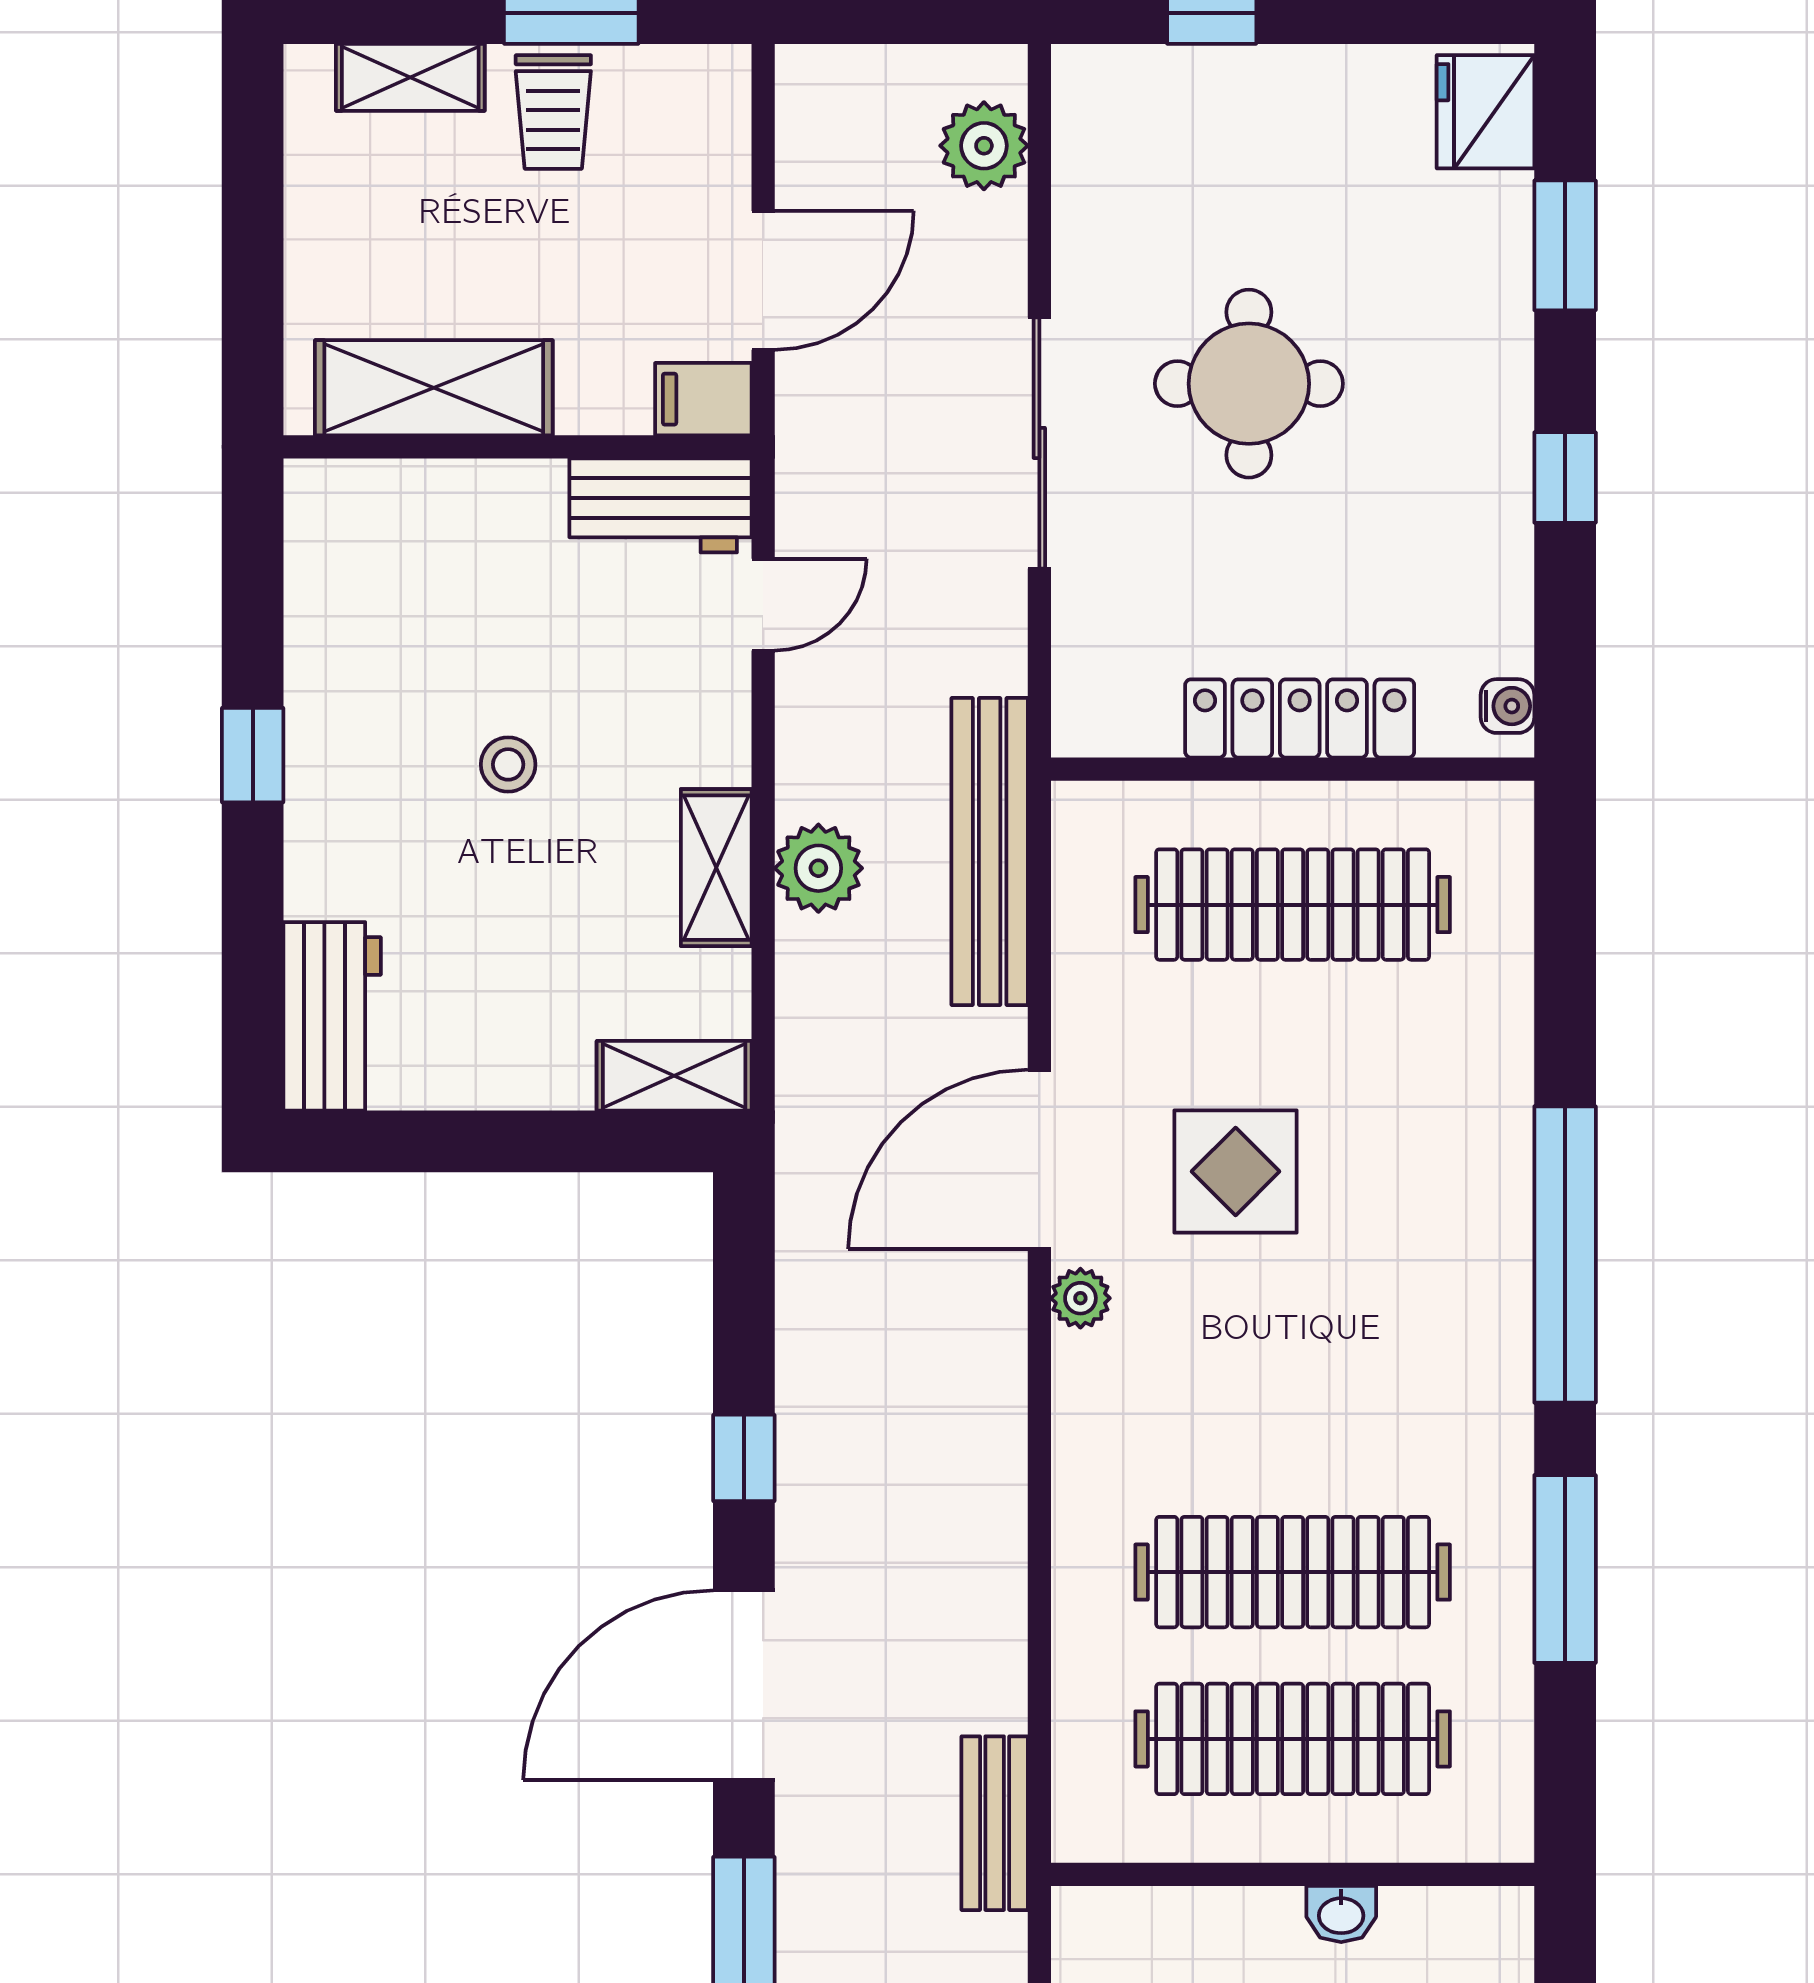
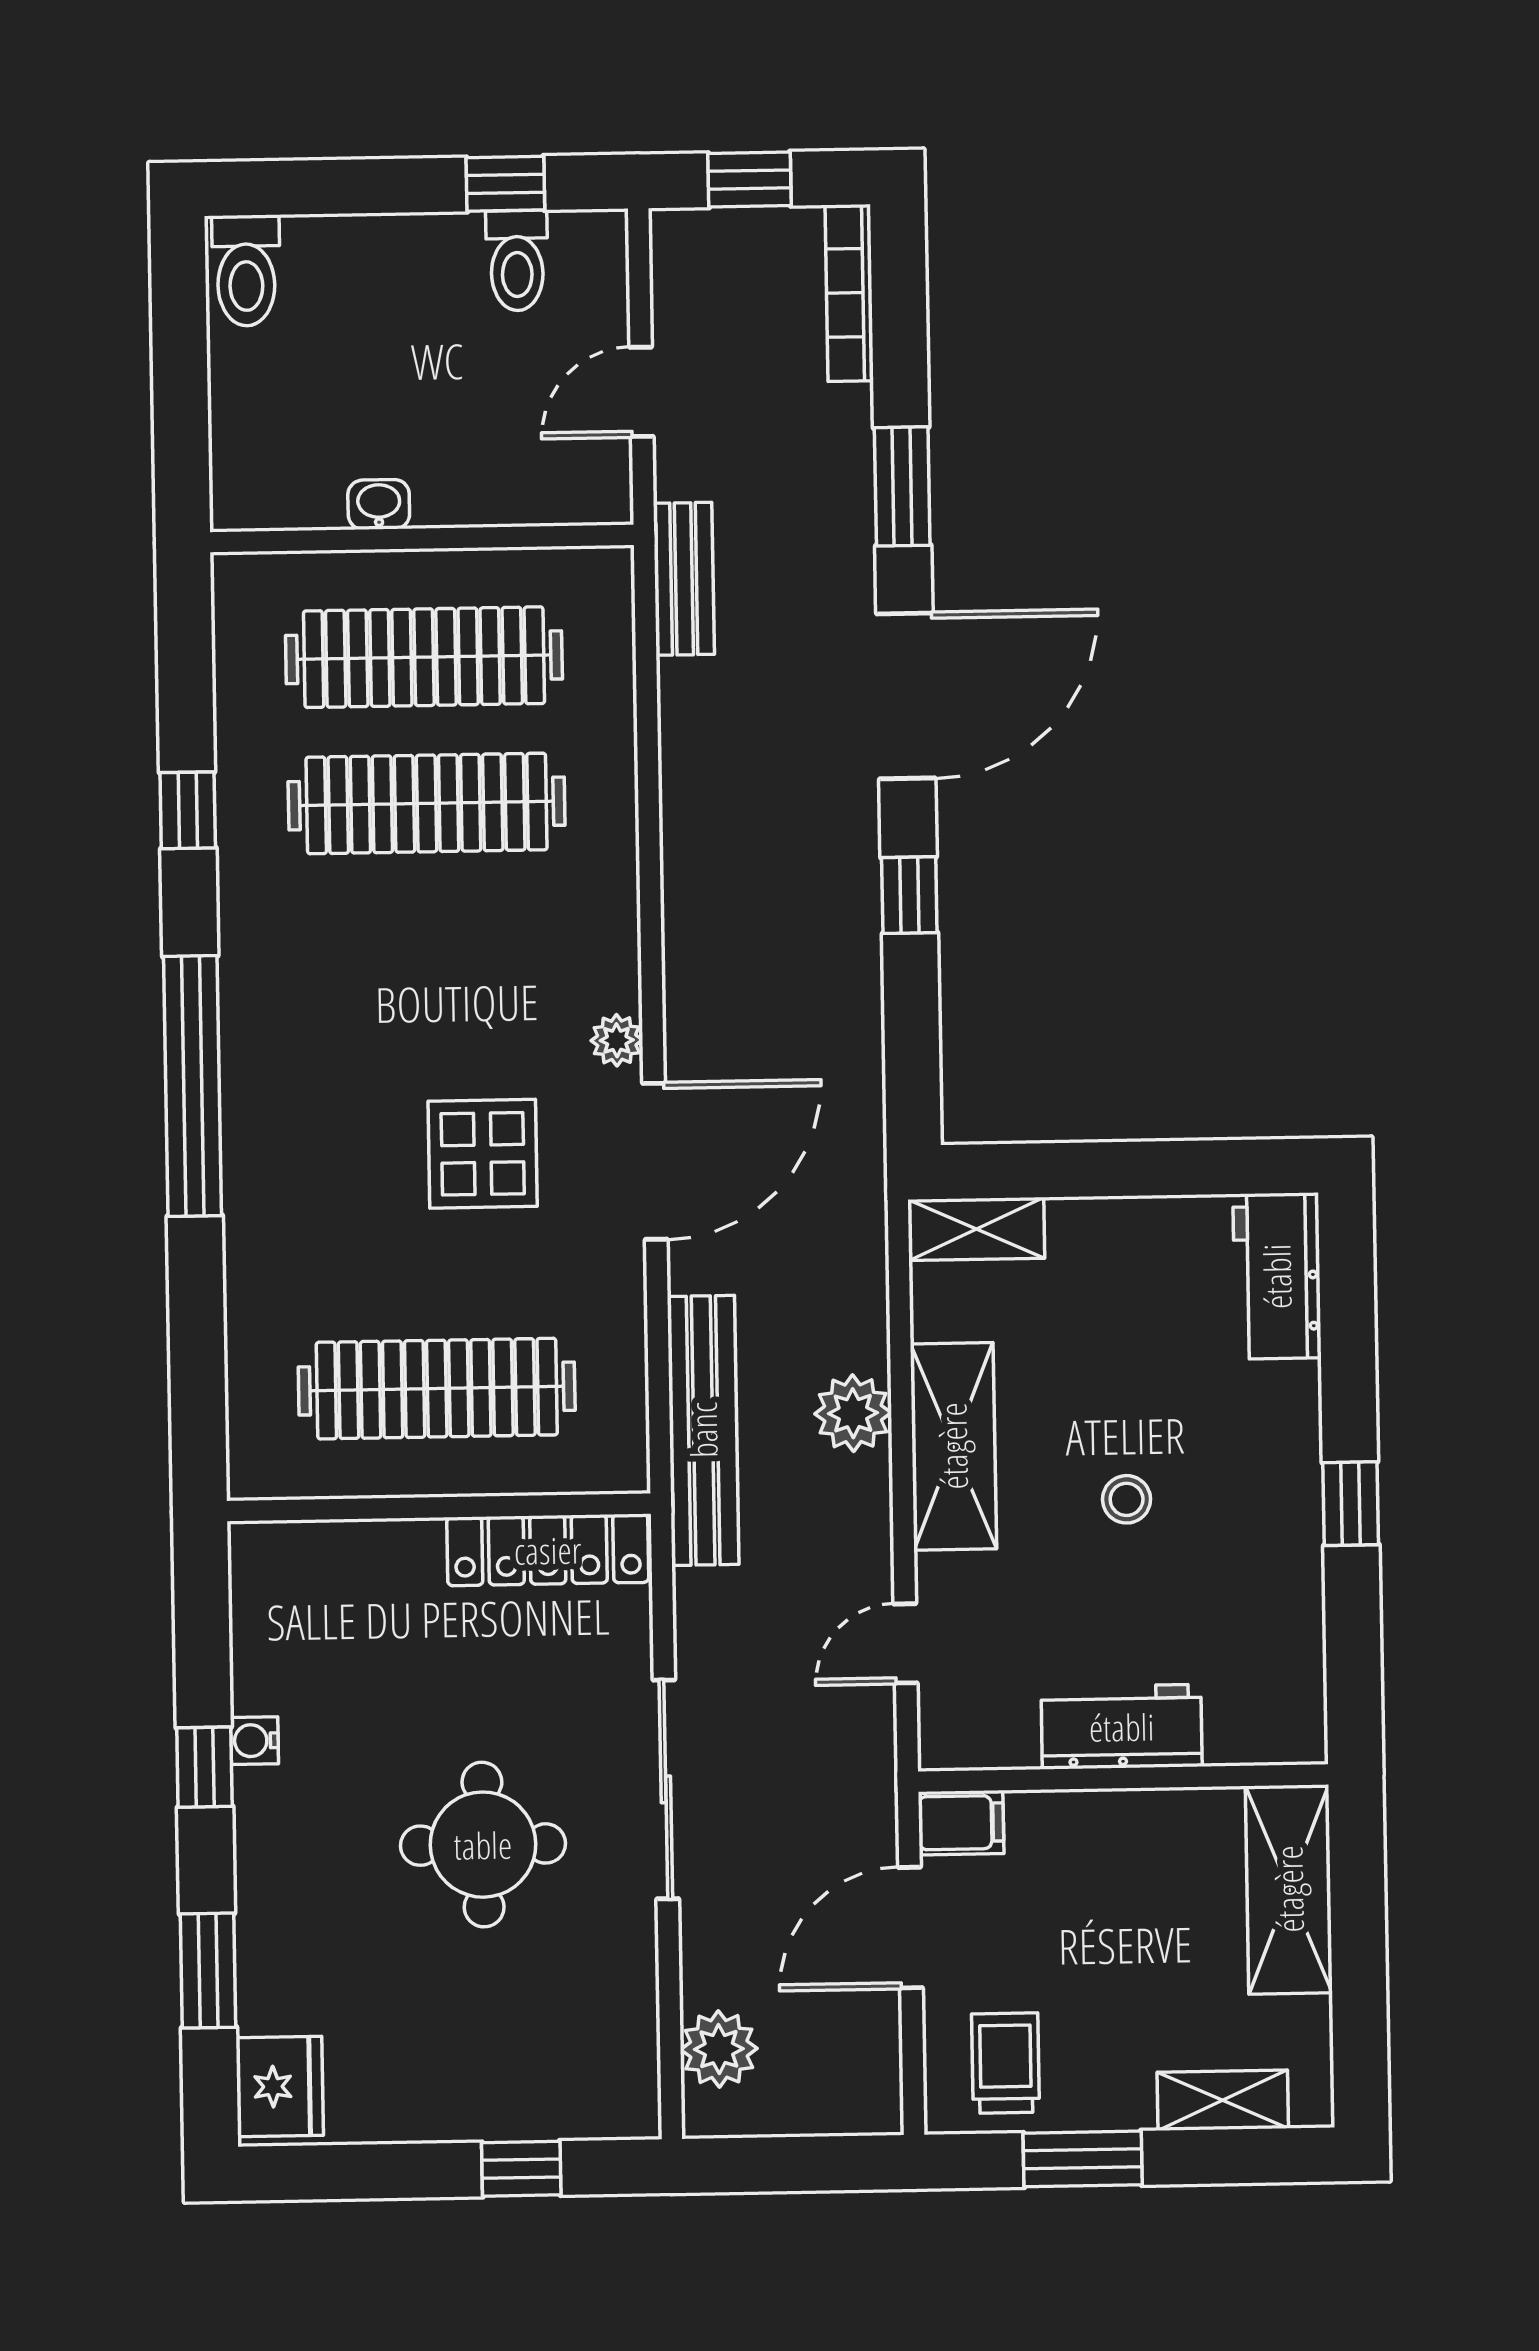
trolley: (553, 112) -> (1005, 2063), moved
shelving: (434, 388) -> (1289, 1889), moved, turned 90
workbench: (660, 505) -> (1122, 1727), moved
water cooler: (1507, 706) -> (254, 1741), moved
locker: (1300, 718) -> (548, 1550), moved
shelving: (716, 868) -> (953, 1446), width x1.50, depth x1.33
window: (1565, 1569) -> (188, 810), width x0.46

